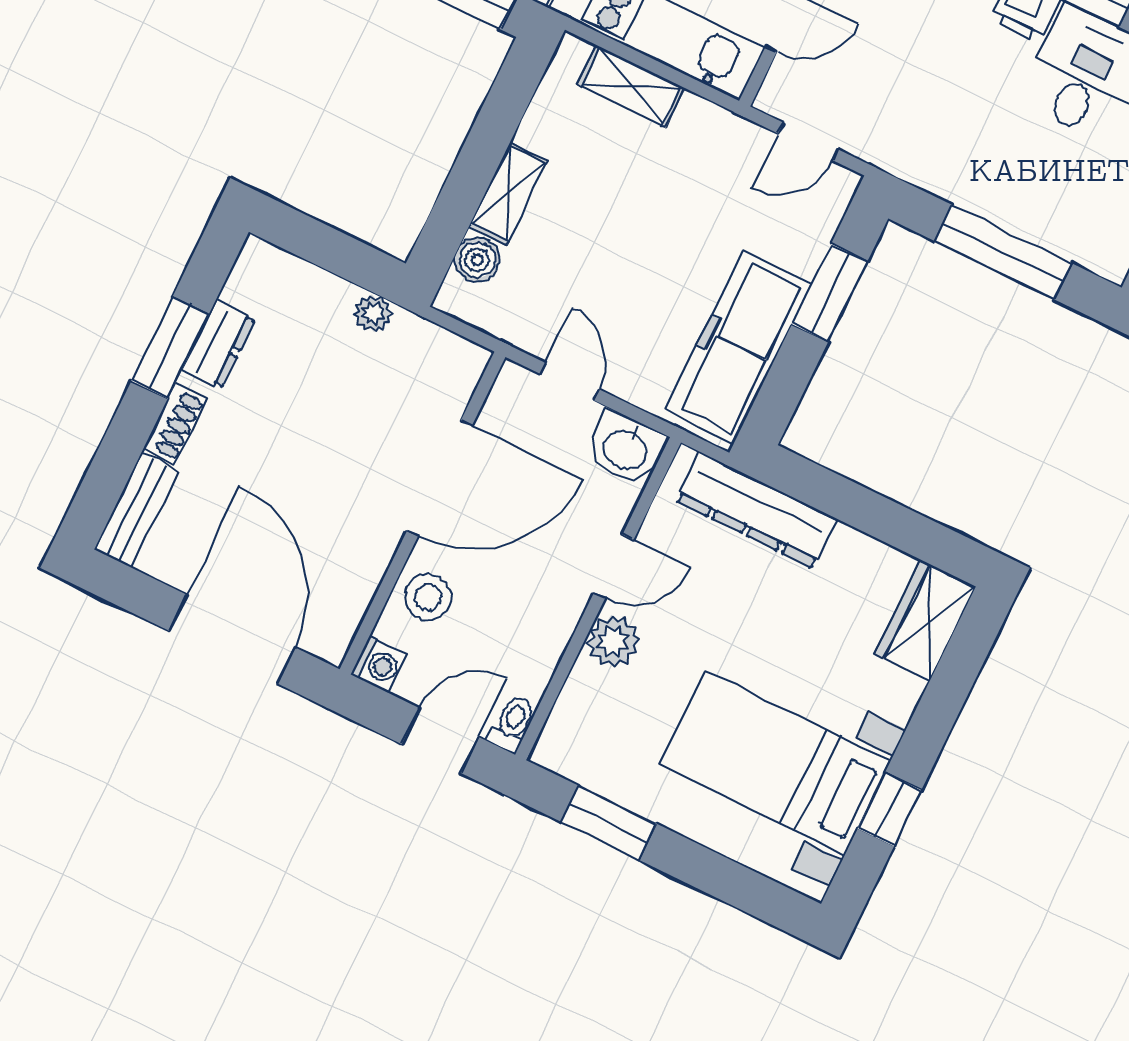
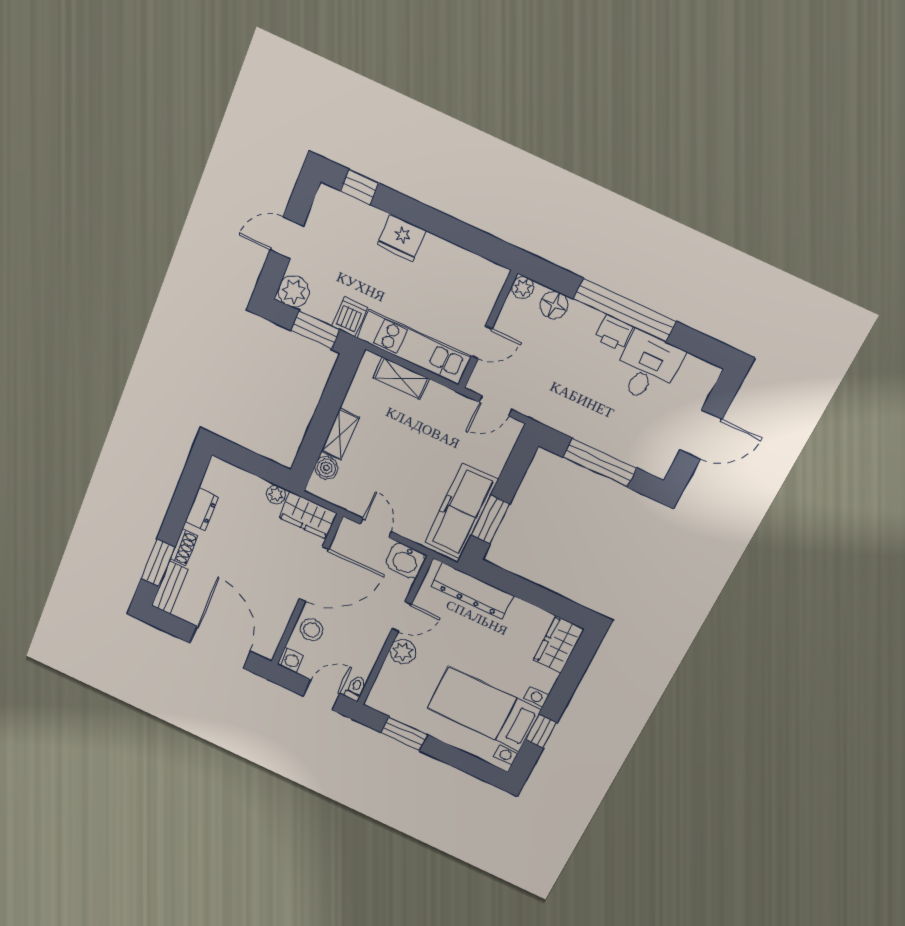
window: (830, 293) -> (490, 520), moved
window: (170, 348) -> (158, 563), moved
wardrobe: (435, 356) -> (308, 515), added

